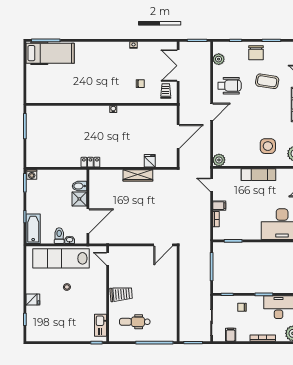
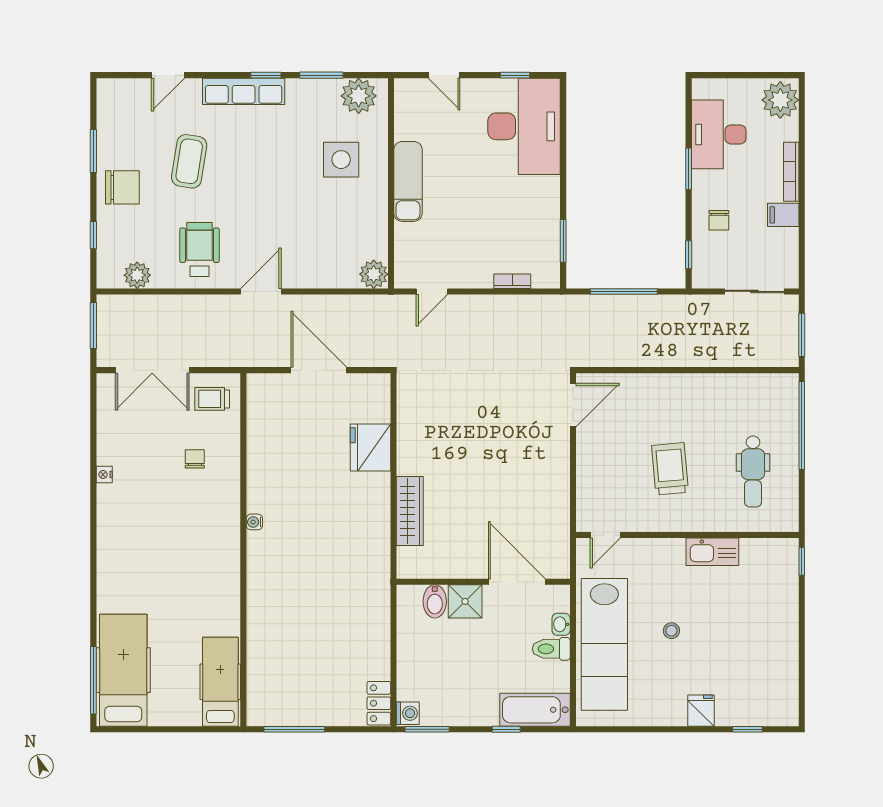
hospital bed: (45, 95) -> (220, 682), added
door: (212, 112) -> (261, 291), hinge flipped
fridge: (150, 161) -> (370, 448), width x1.88, depth x1.34
locker: (90, 162) -> (379, 703), moved
wardrobe: (138, 175) -> (410, 511), moved
filing cabinet: (219, 206) -> (481, 273), removed
door: (163, 245) -> (573, 405), hinge flipped
trolley: (121, 294) -> (670, 469), moved
kitchen sink: (101, 325) -> (712, 552), moved
filing cabinet: (231, 335) -> (783, 215), moved

